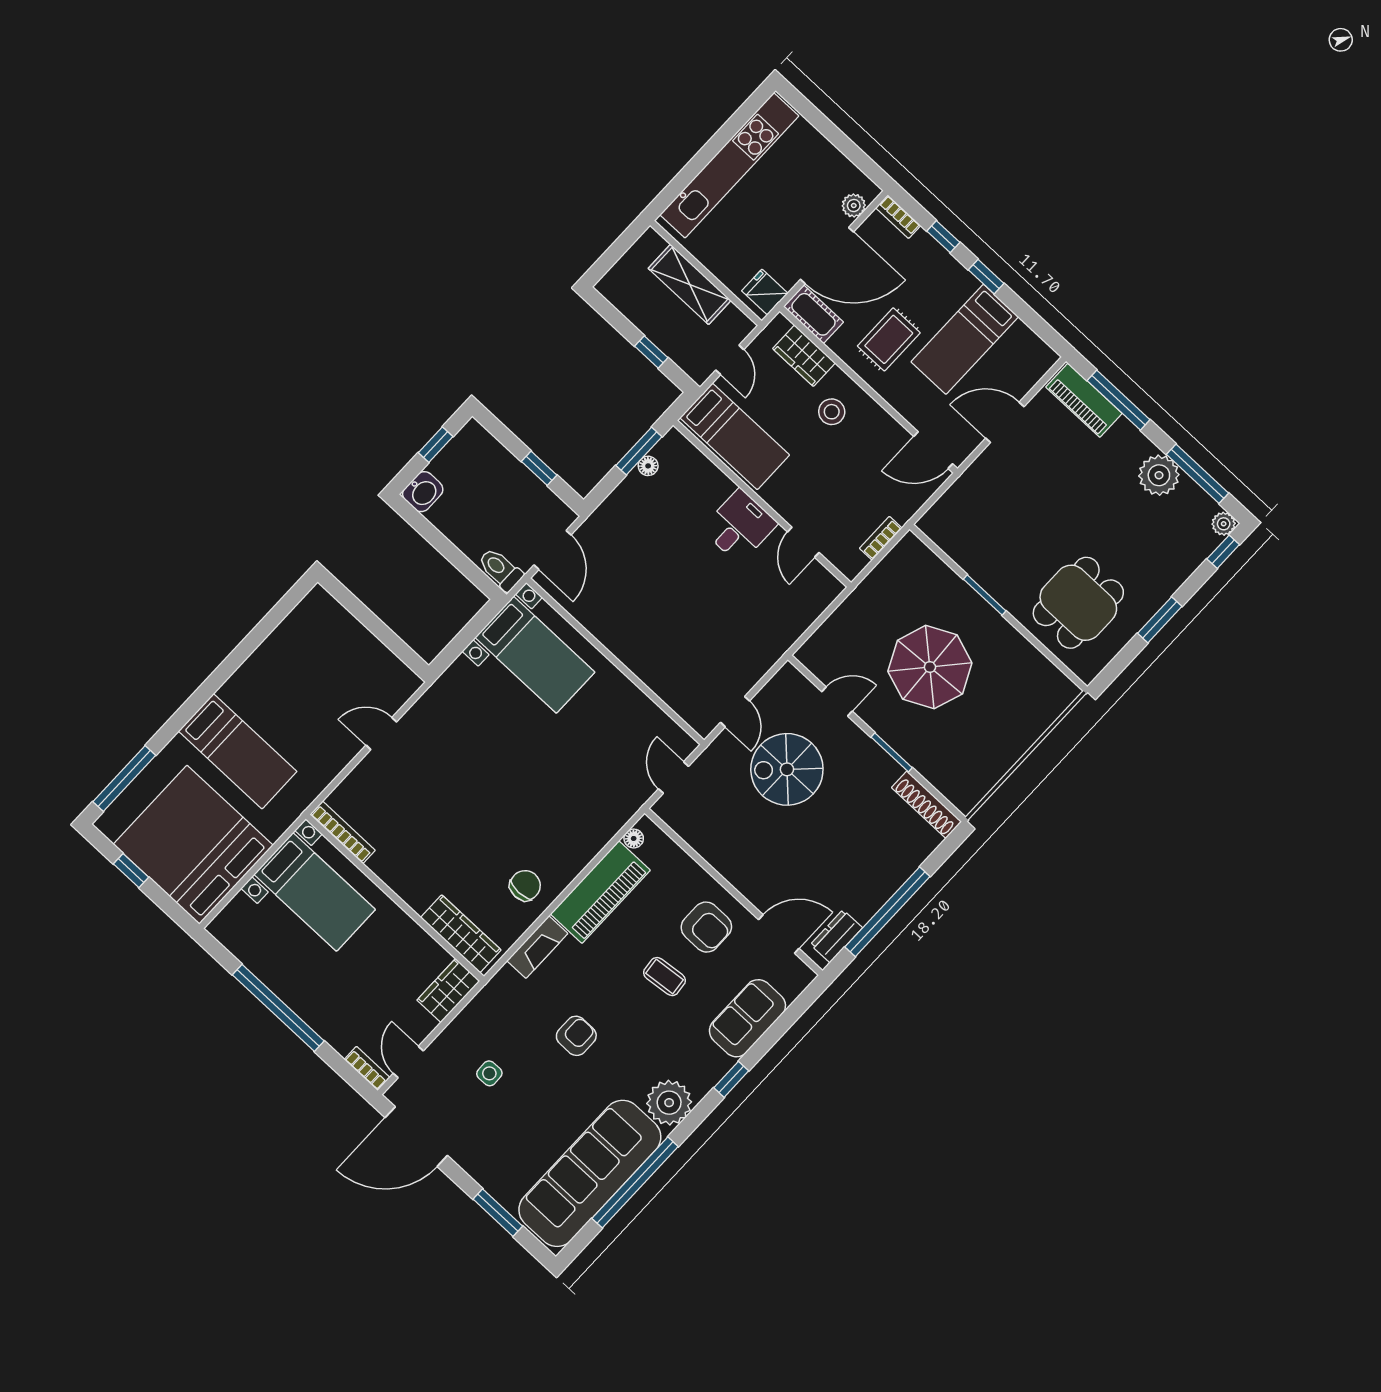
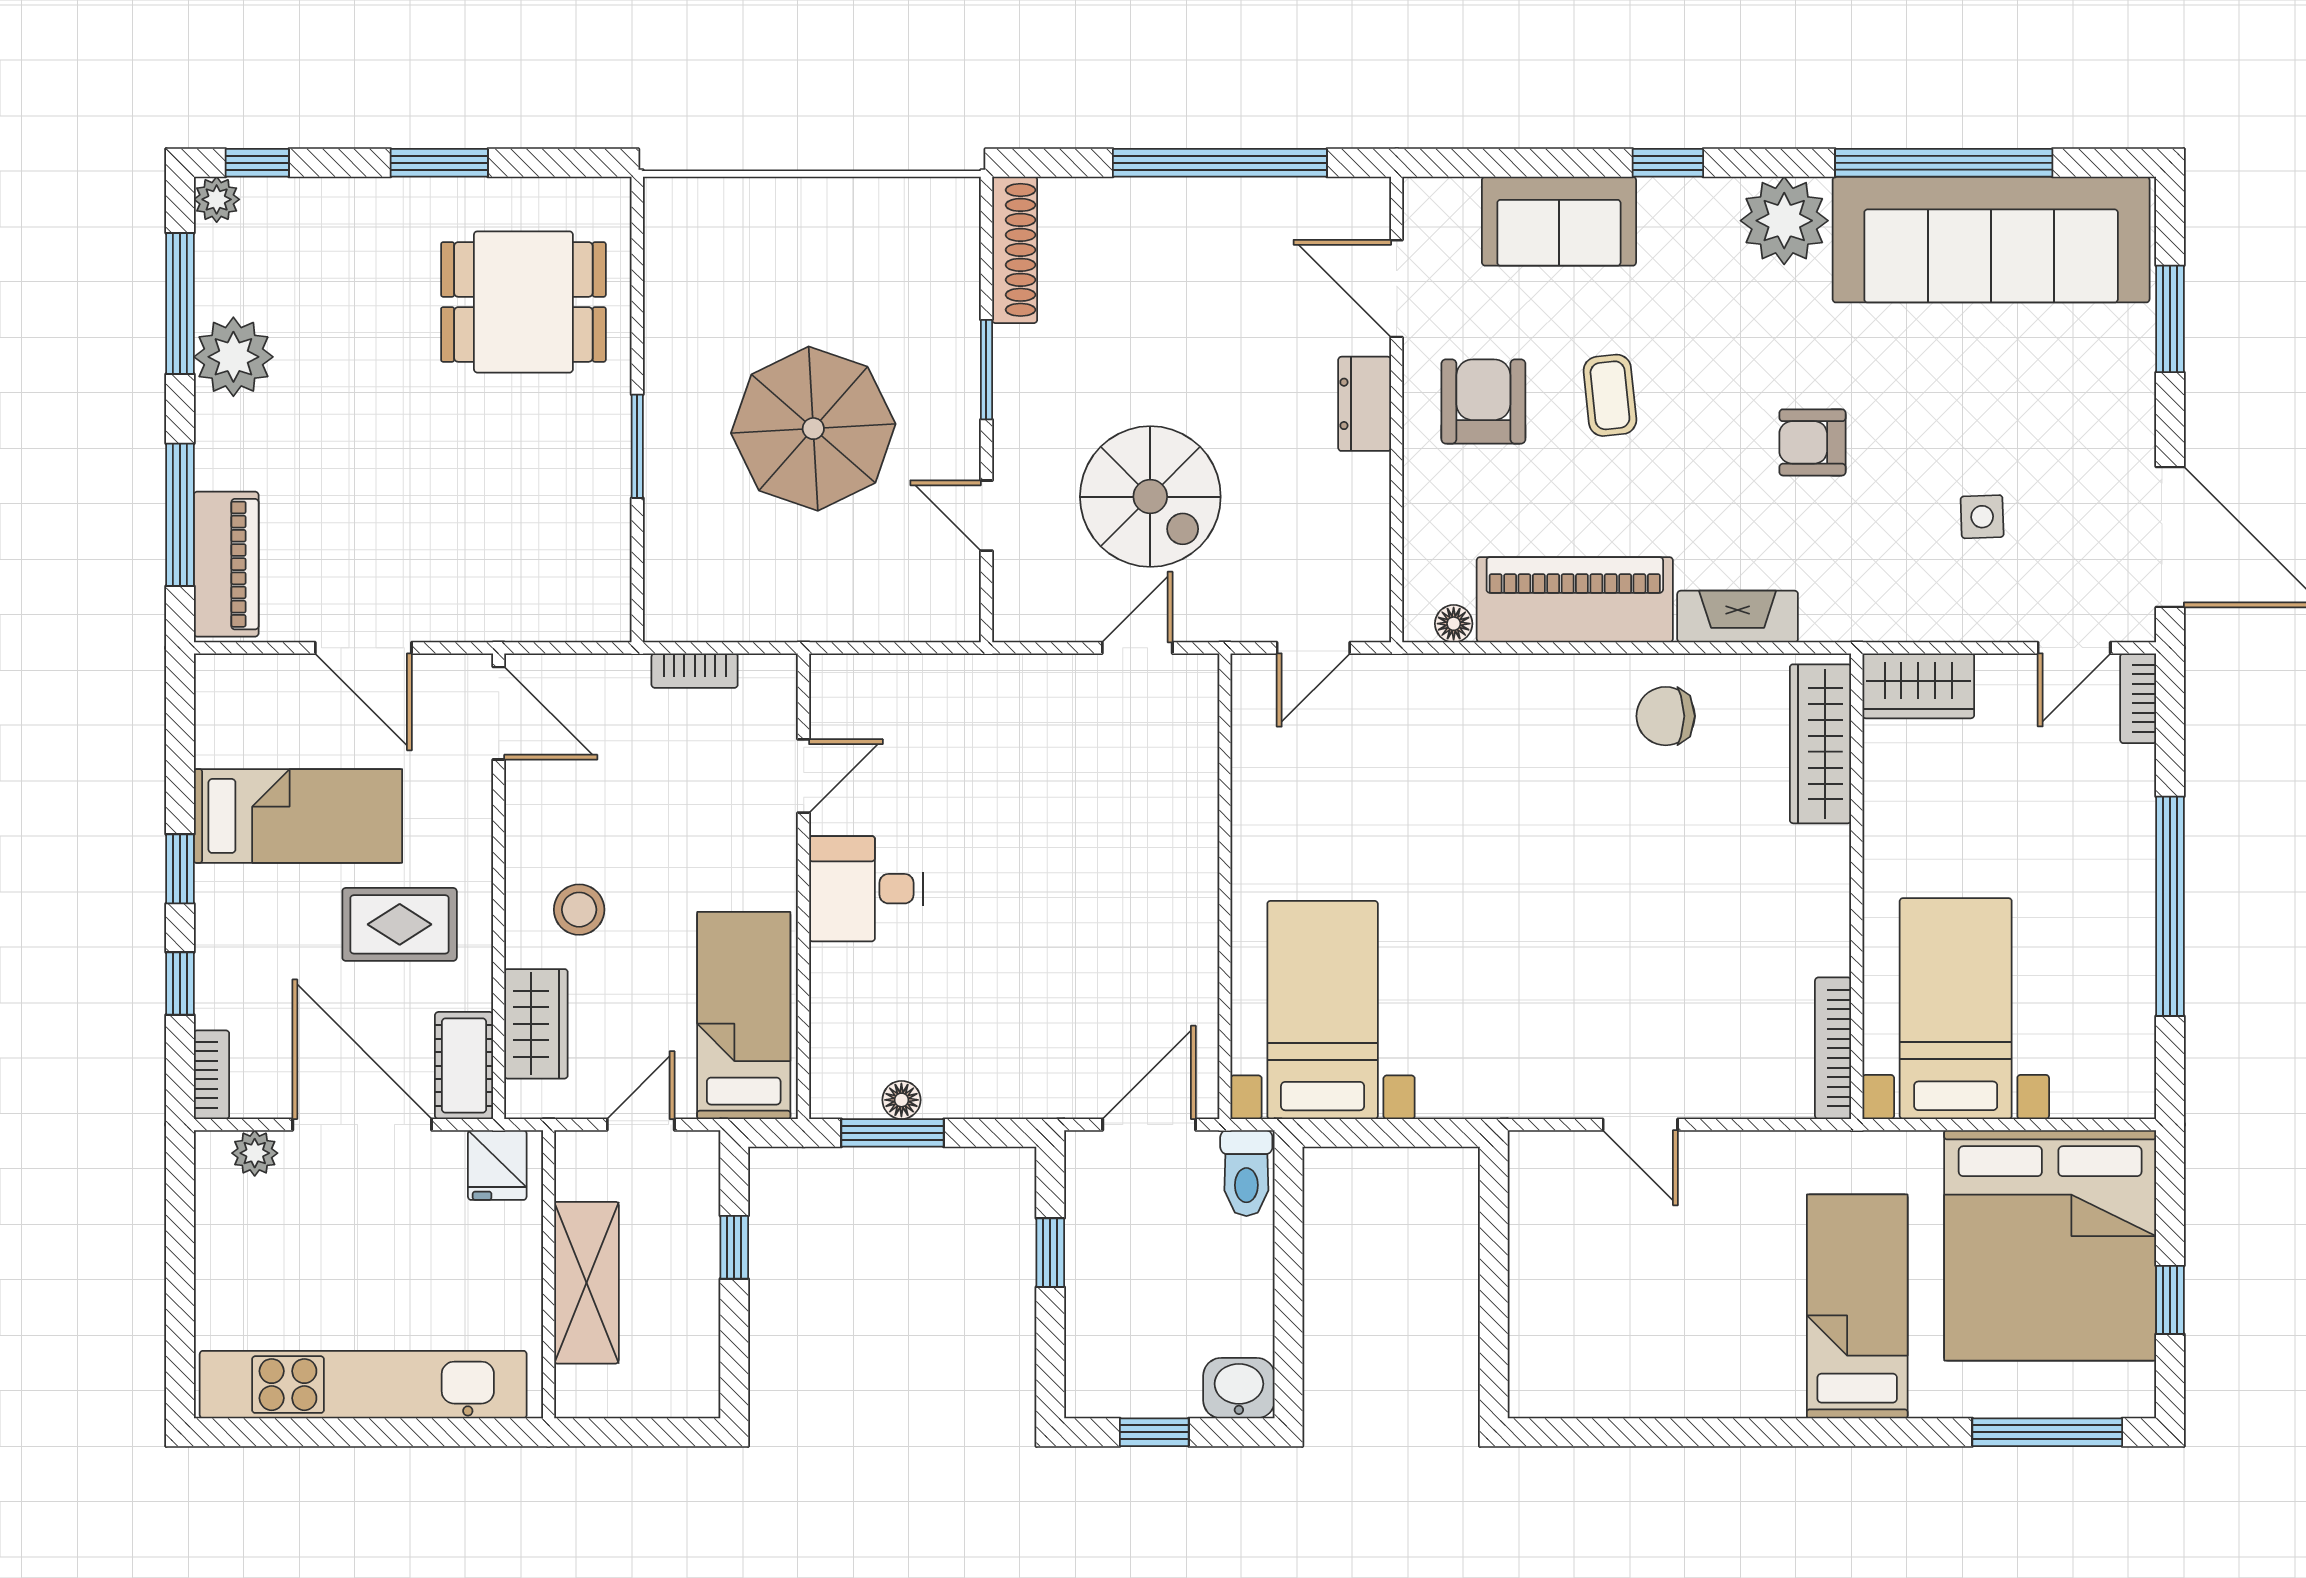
dresser: (836, 936) -> (1365, 404), moved, turned 90

